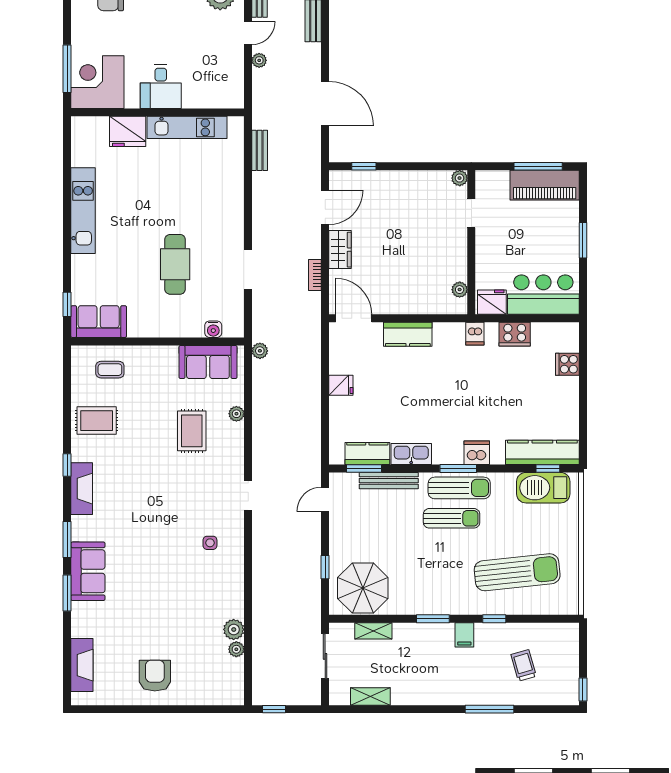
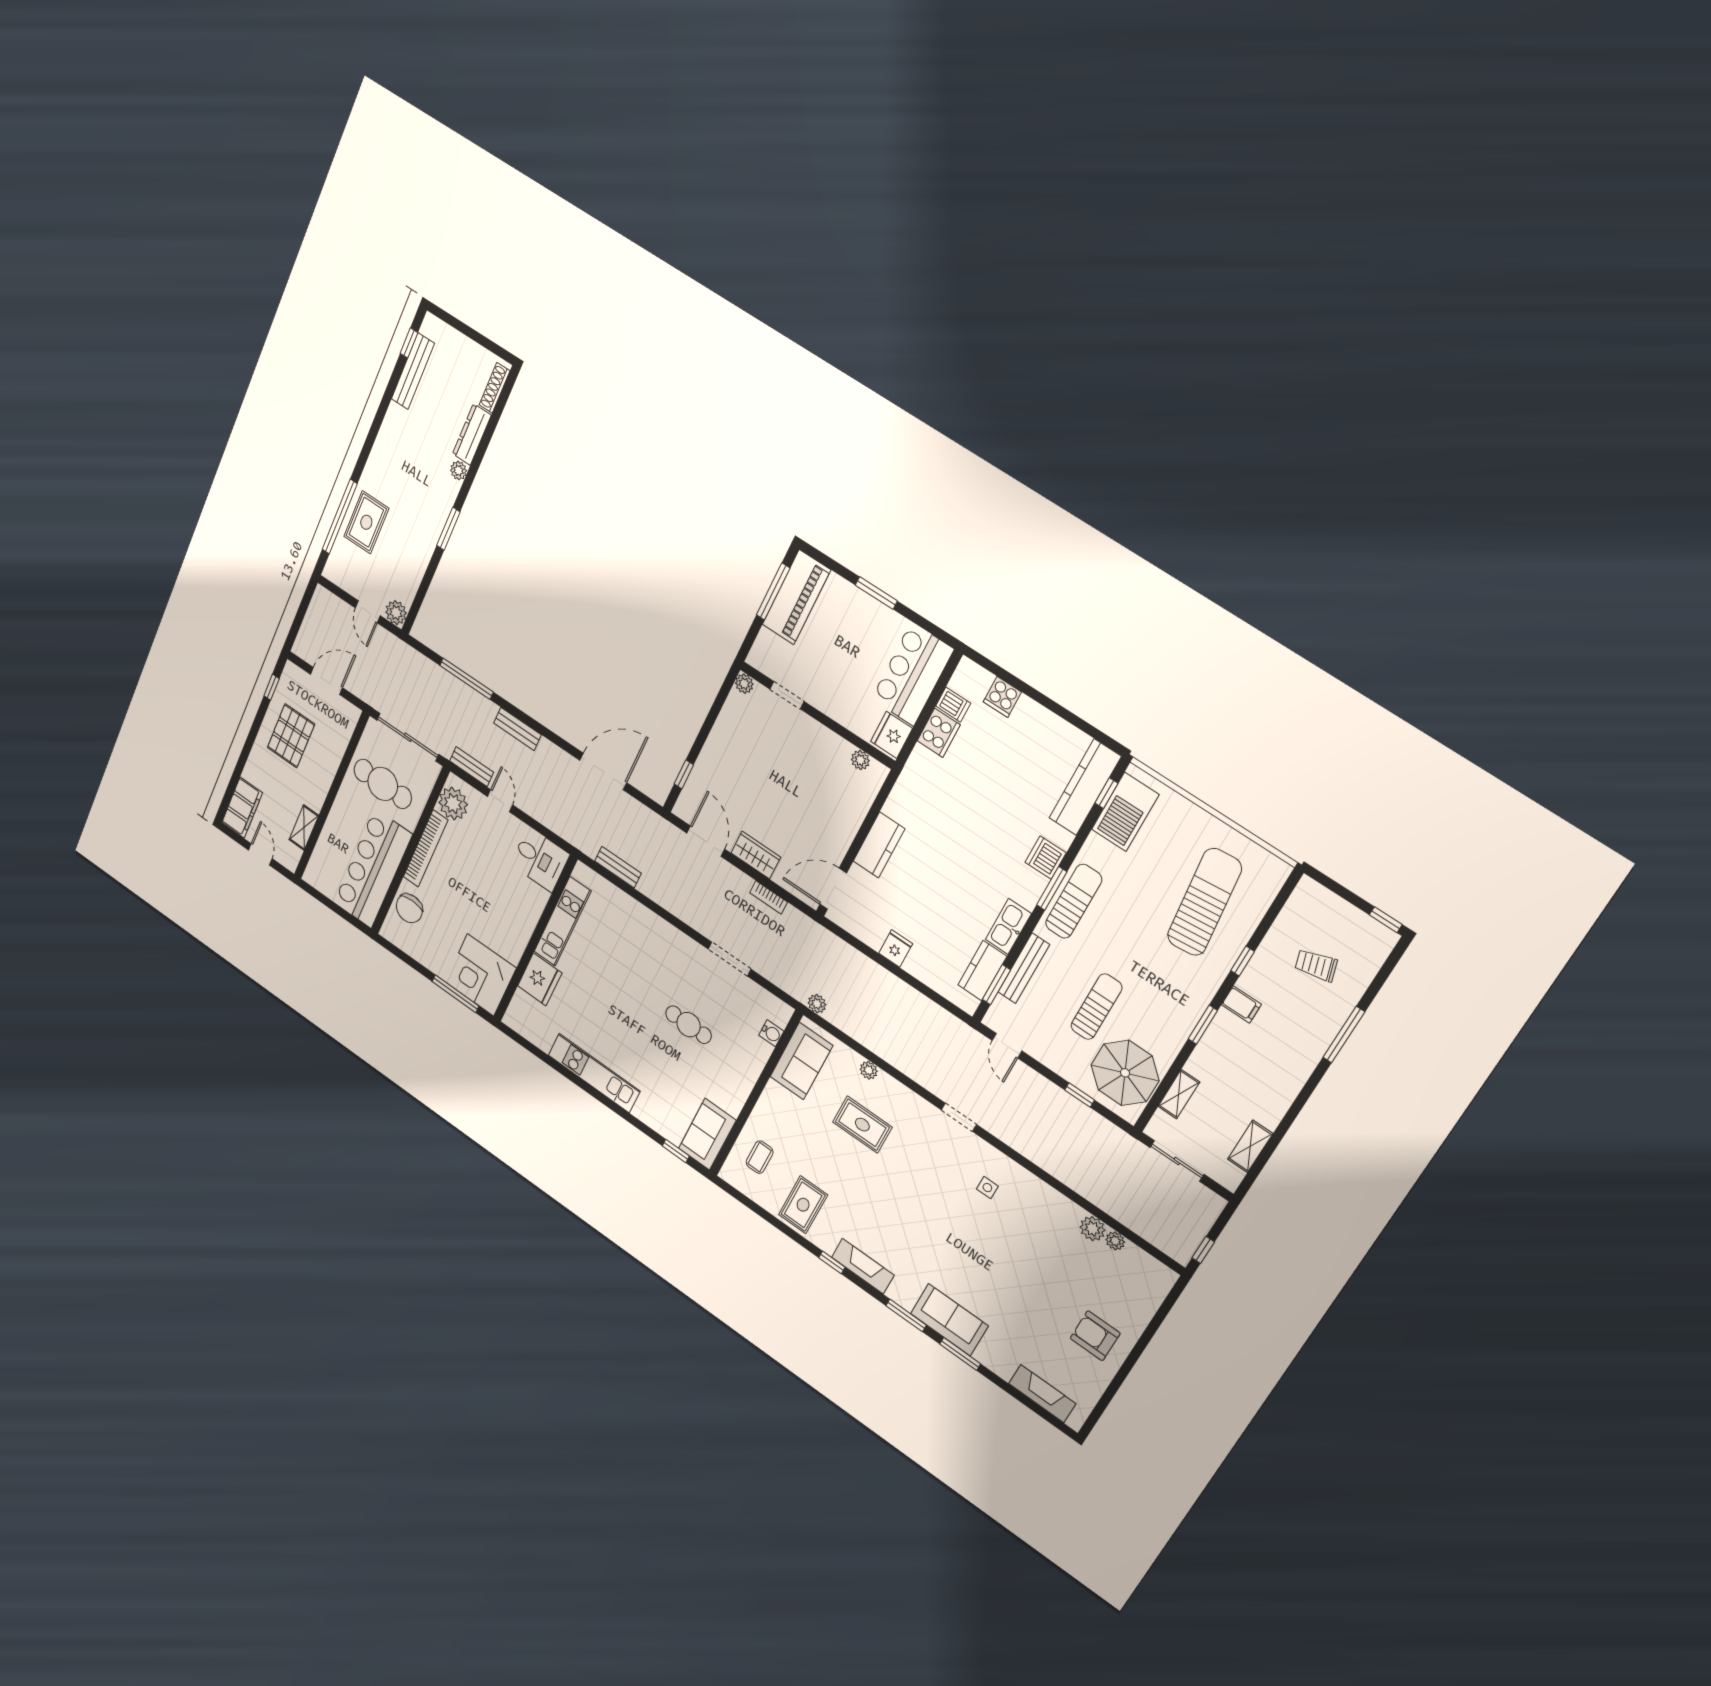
plant: (259, 60) -> (531, 808), removed
desk: (161, 87) -> (540, 859), moved
cafe table: (175, 264) -> (689, 1025), width x0.73, depth x0.74
dishwasher: (475, 334) -> (953, 705), moved
sun lounger: (452, 518) -> (1096, 1007), moved

